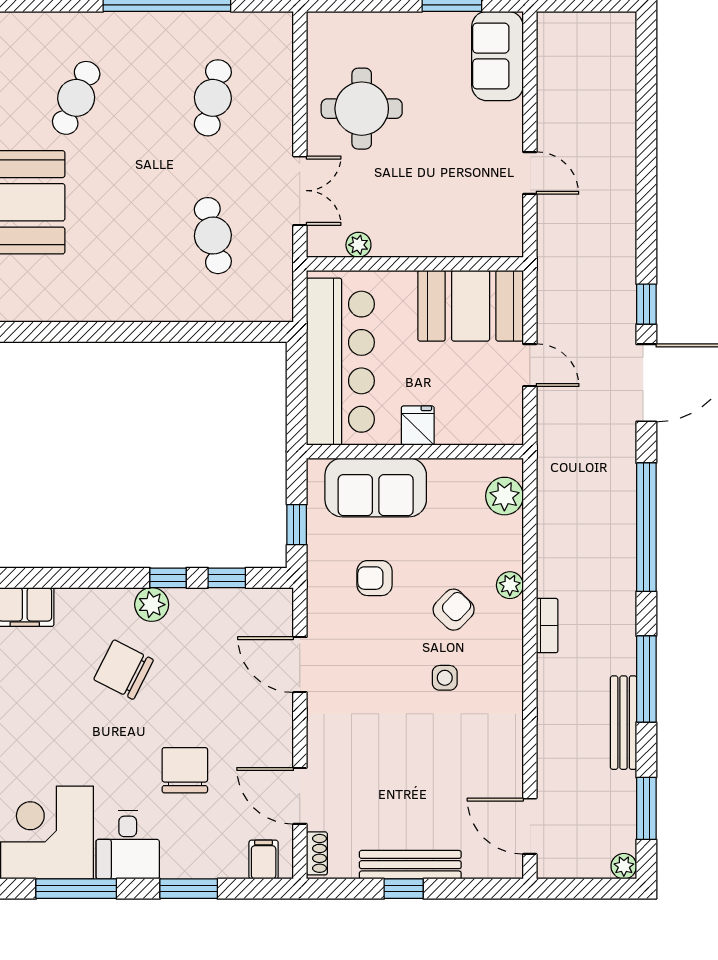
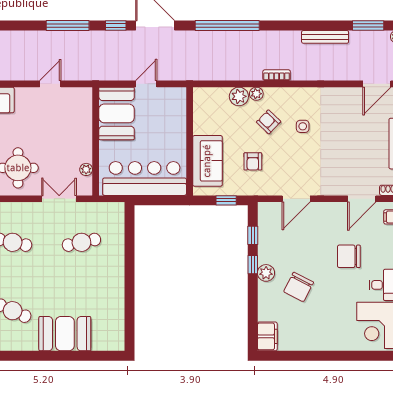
fridge: (418, 426) -> (176, 140), removed
plant: (504, 496) -> (239, 96), moved
window: (646, 679) -> (68, 25), moved

